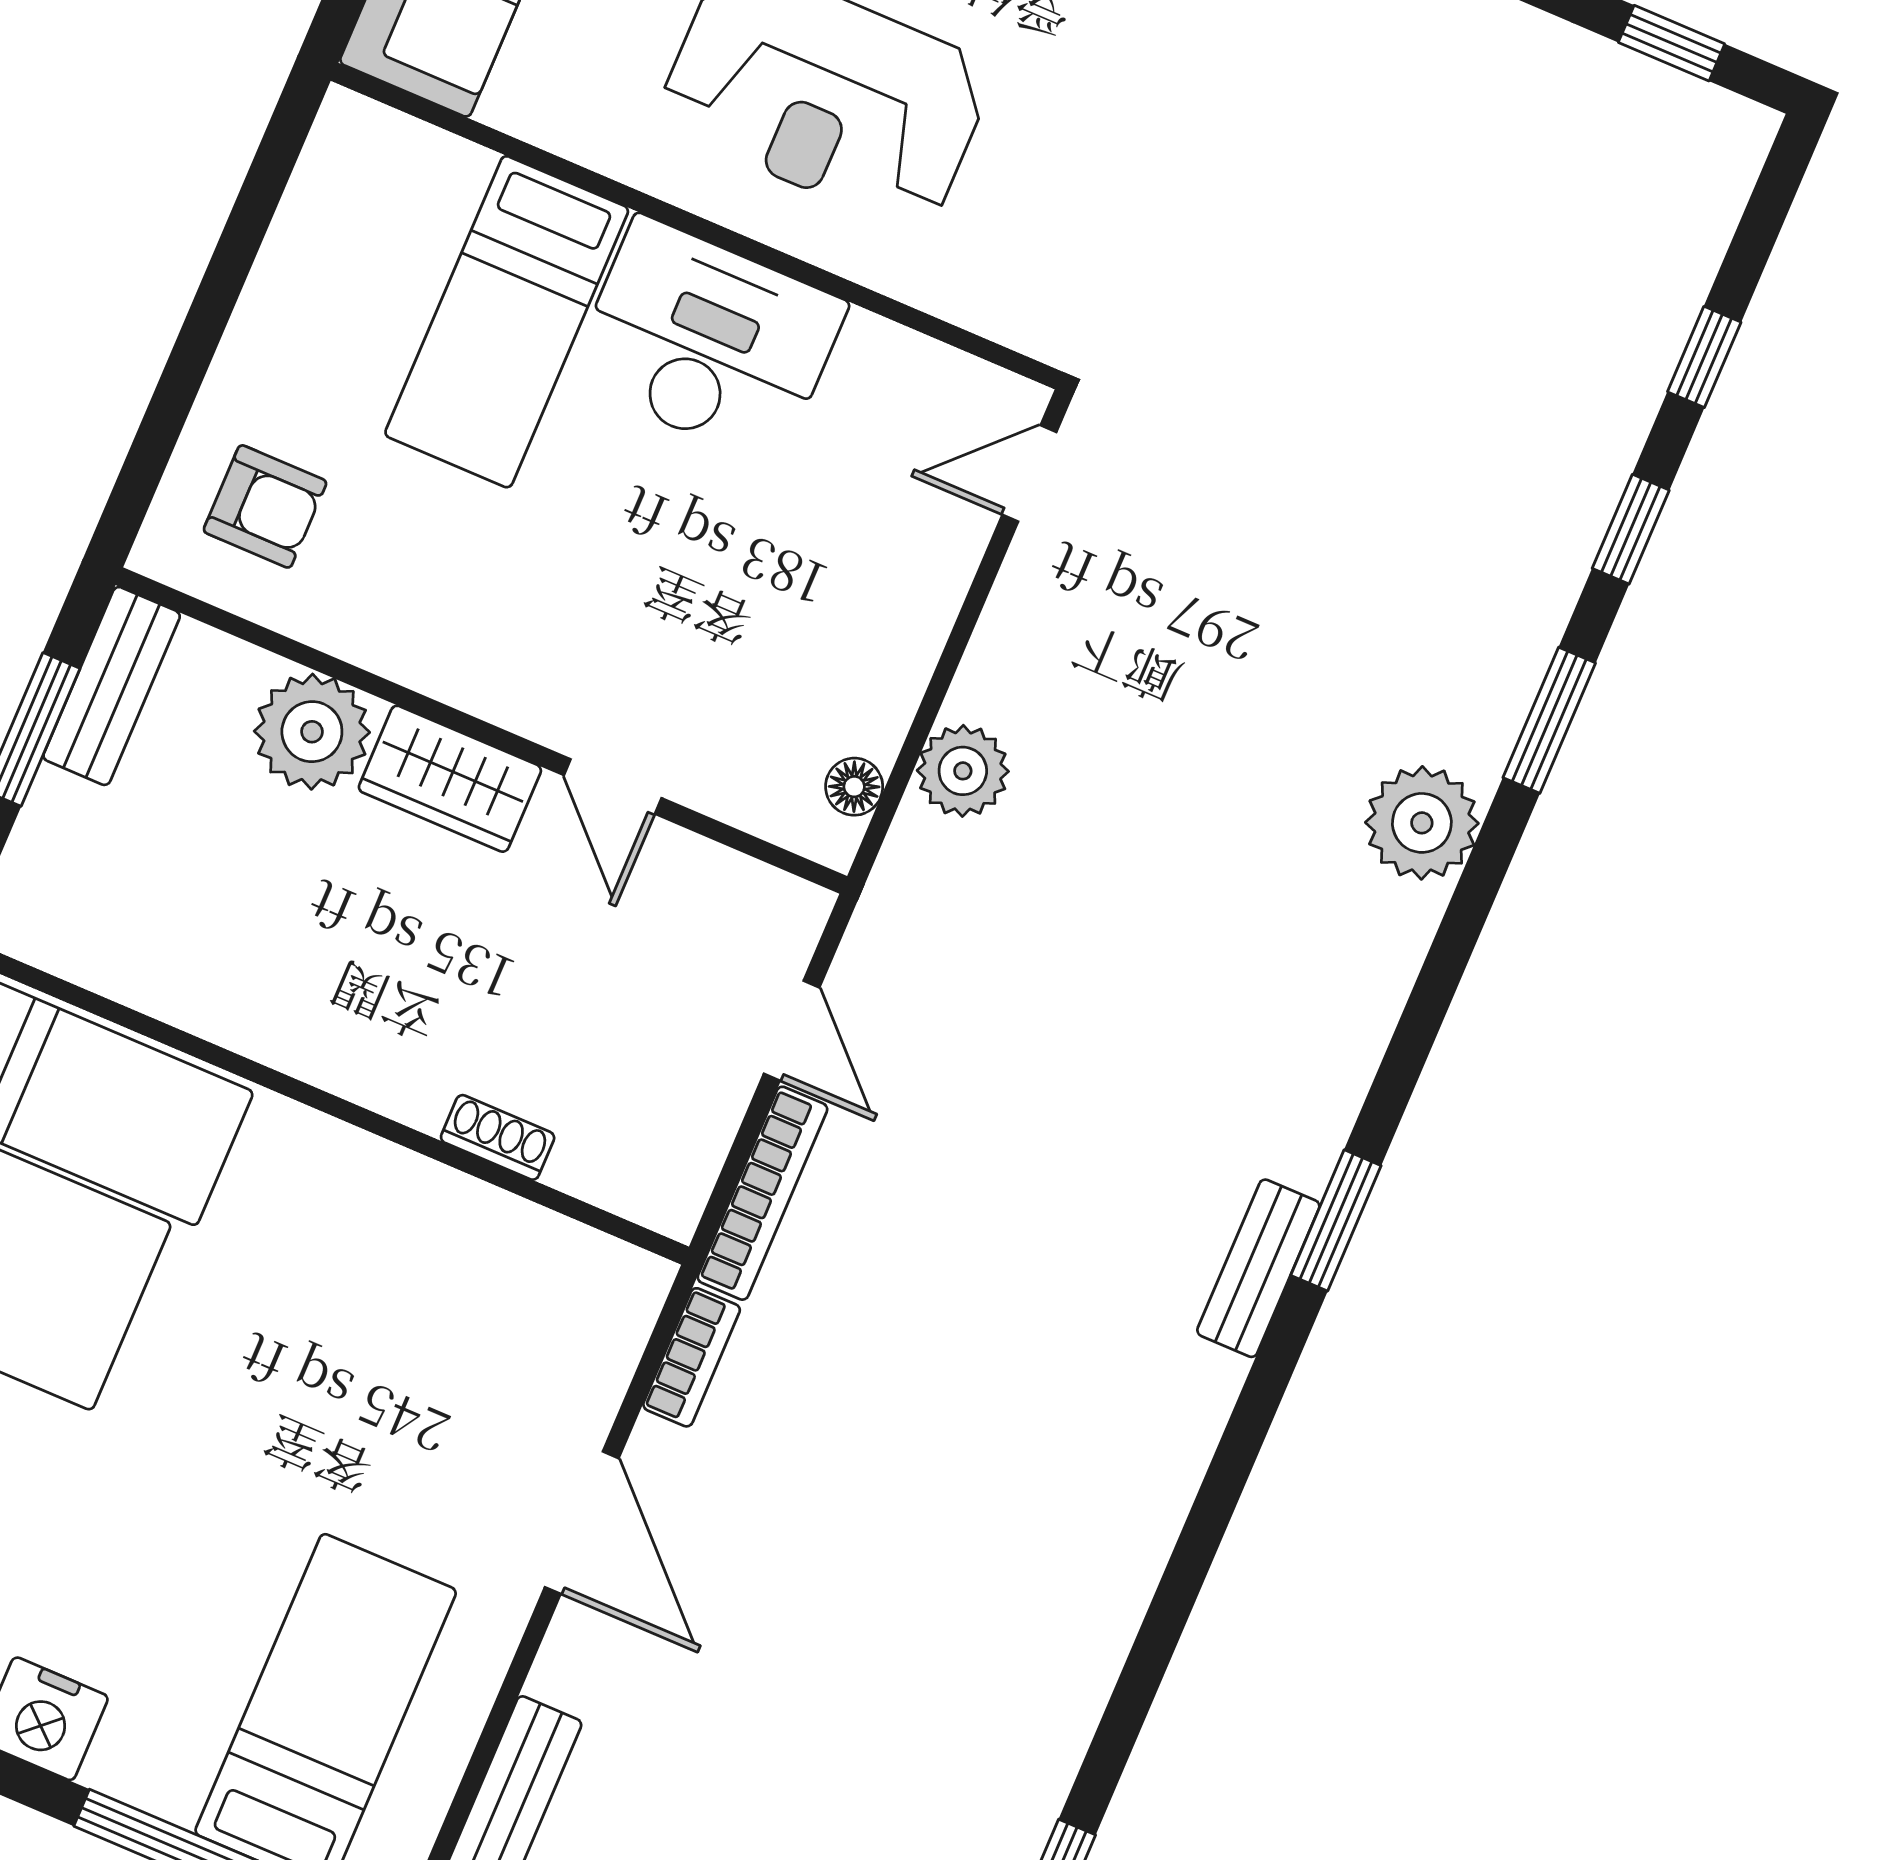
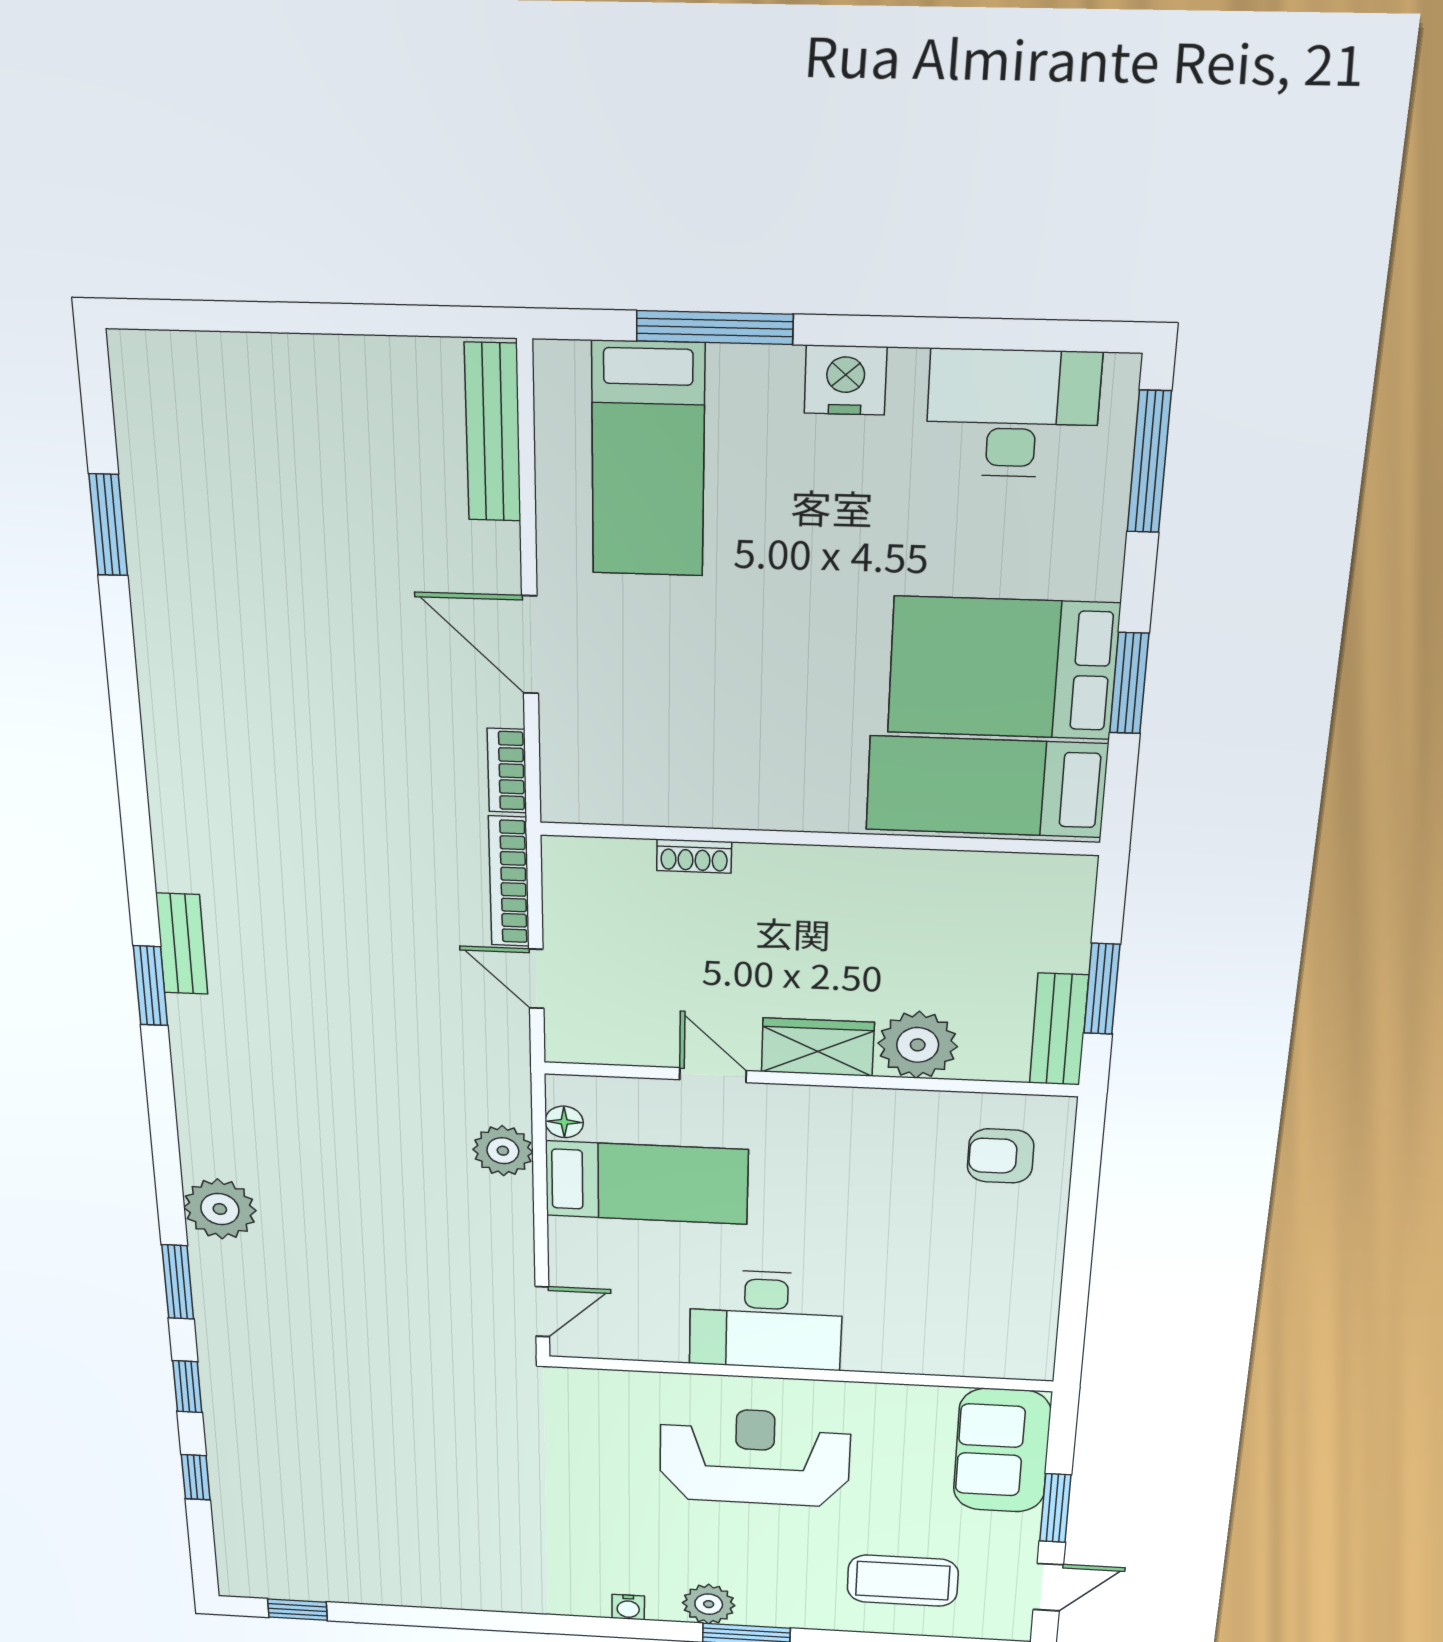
bed: (507, 322) -> (647, 1183), moved, turned 90

